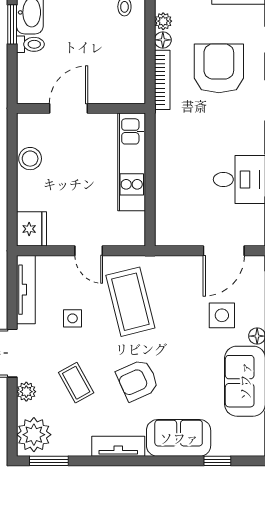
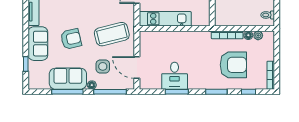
kitchen unit: (132, 162) -> (165, 19), moved
coffee table: (130, 302) -> (112, 34), moved
armchair: (137, 380) -> (71, 39), moved, turned 101

